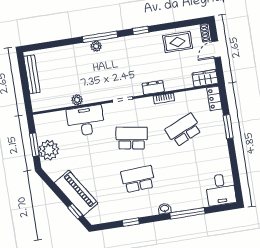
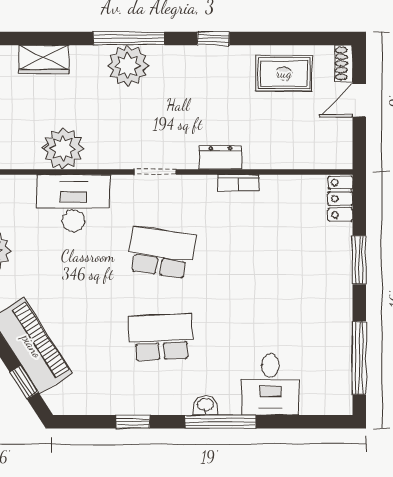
plant: (96, 46) -> (128, 66), width x1.88, depth x1.88
wardrobe: (205, 78) -> (44, 59), moved, turned 180
plant: (77, 100) -> (63, 148), width x1.87, depth x1.87
school desk: (184, 130) -> (268, 253), removed
window: (236, 174) -> (359, 358), added
desk: (221, 190) -> (270, 384), moved
window: (188, 213) -> (220, 422), moved

